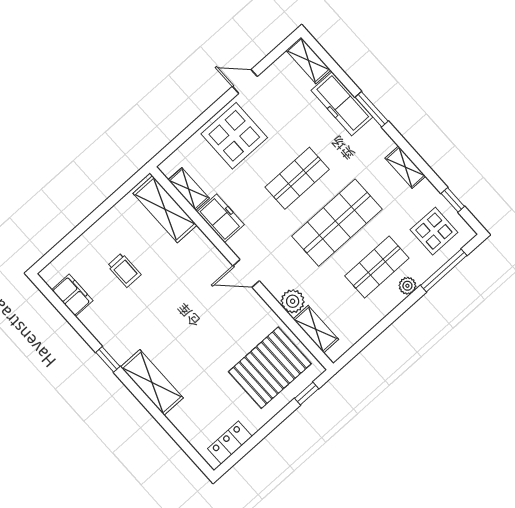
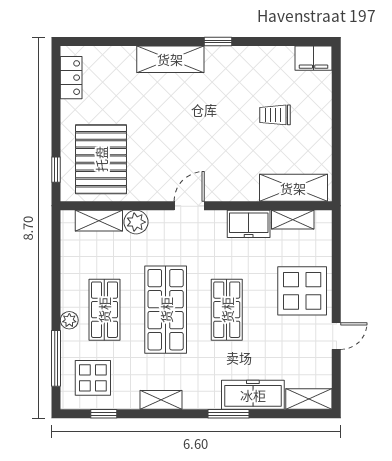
filing cabinet: (72, 295) -> (314, 58), moved

